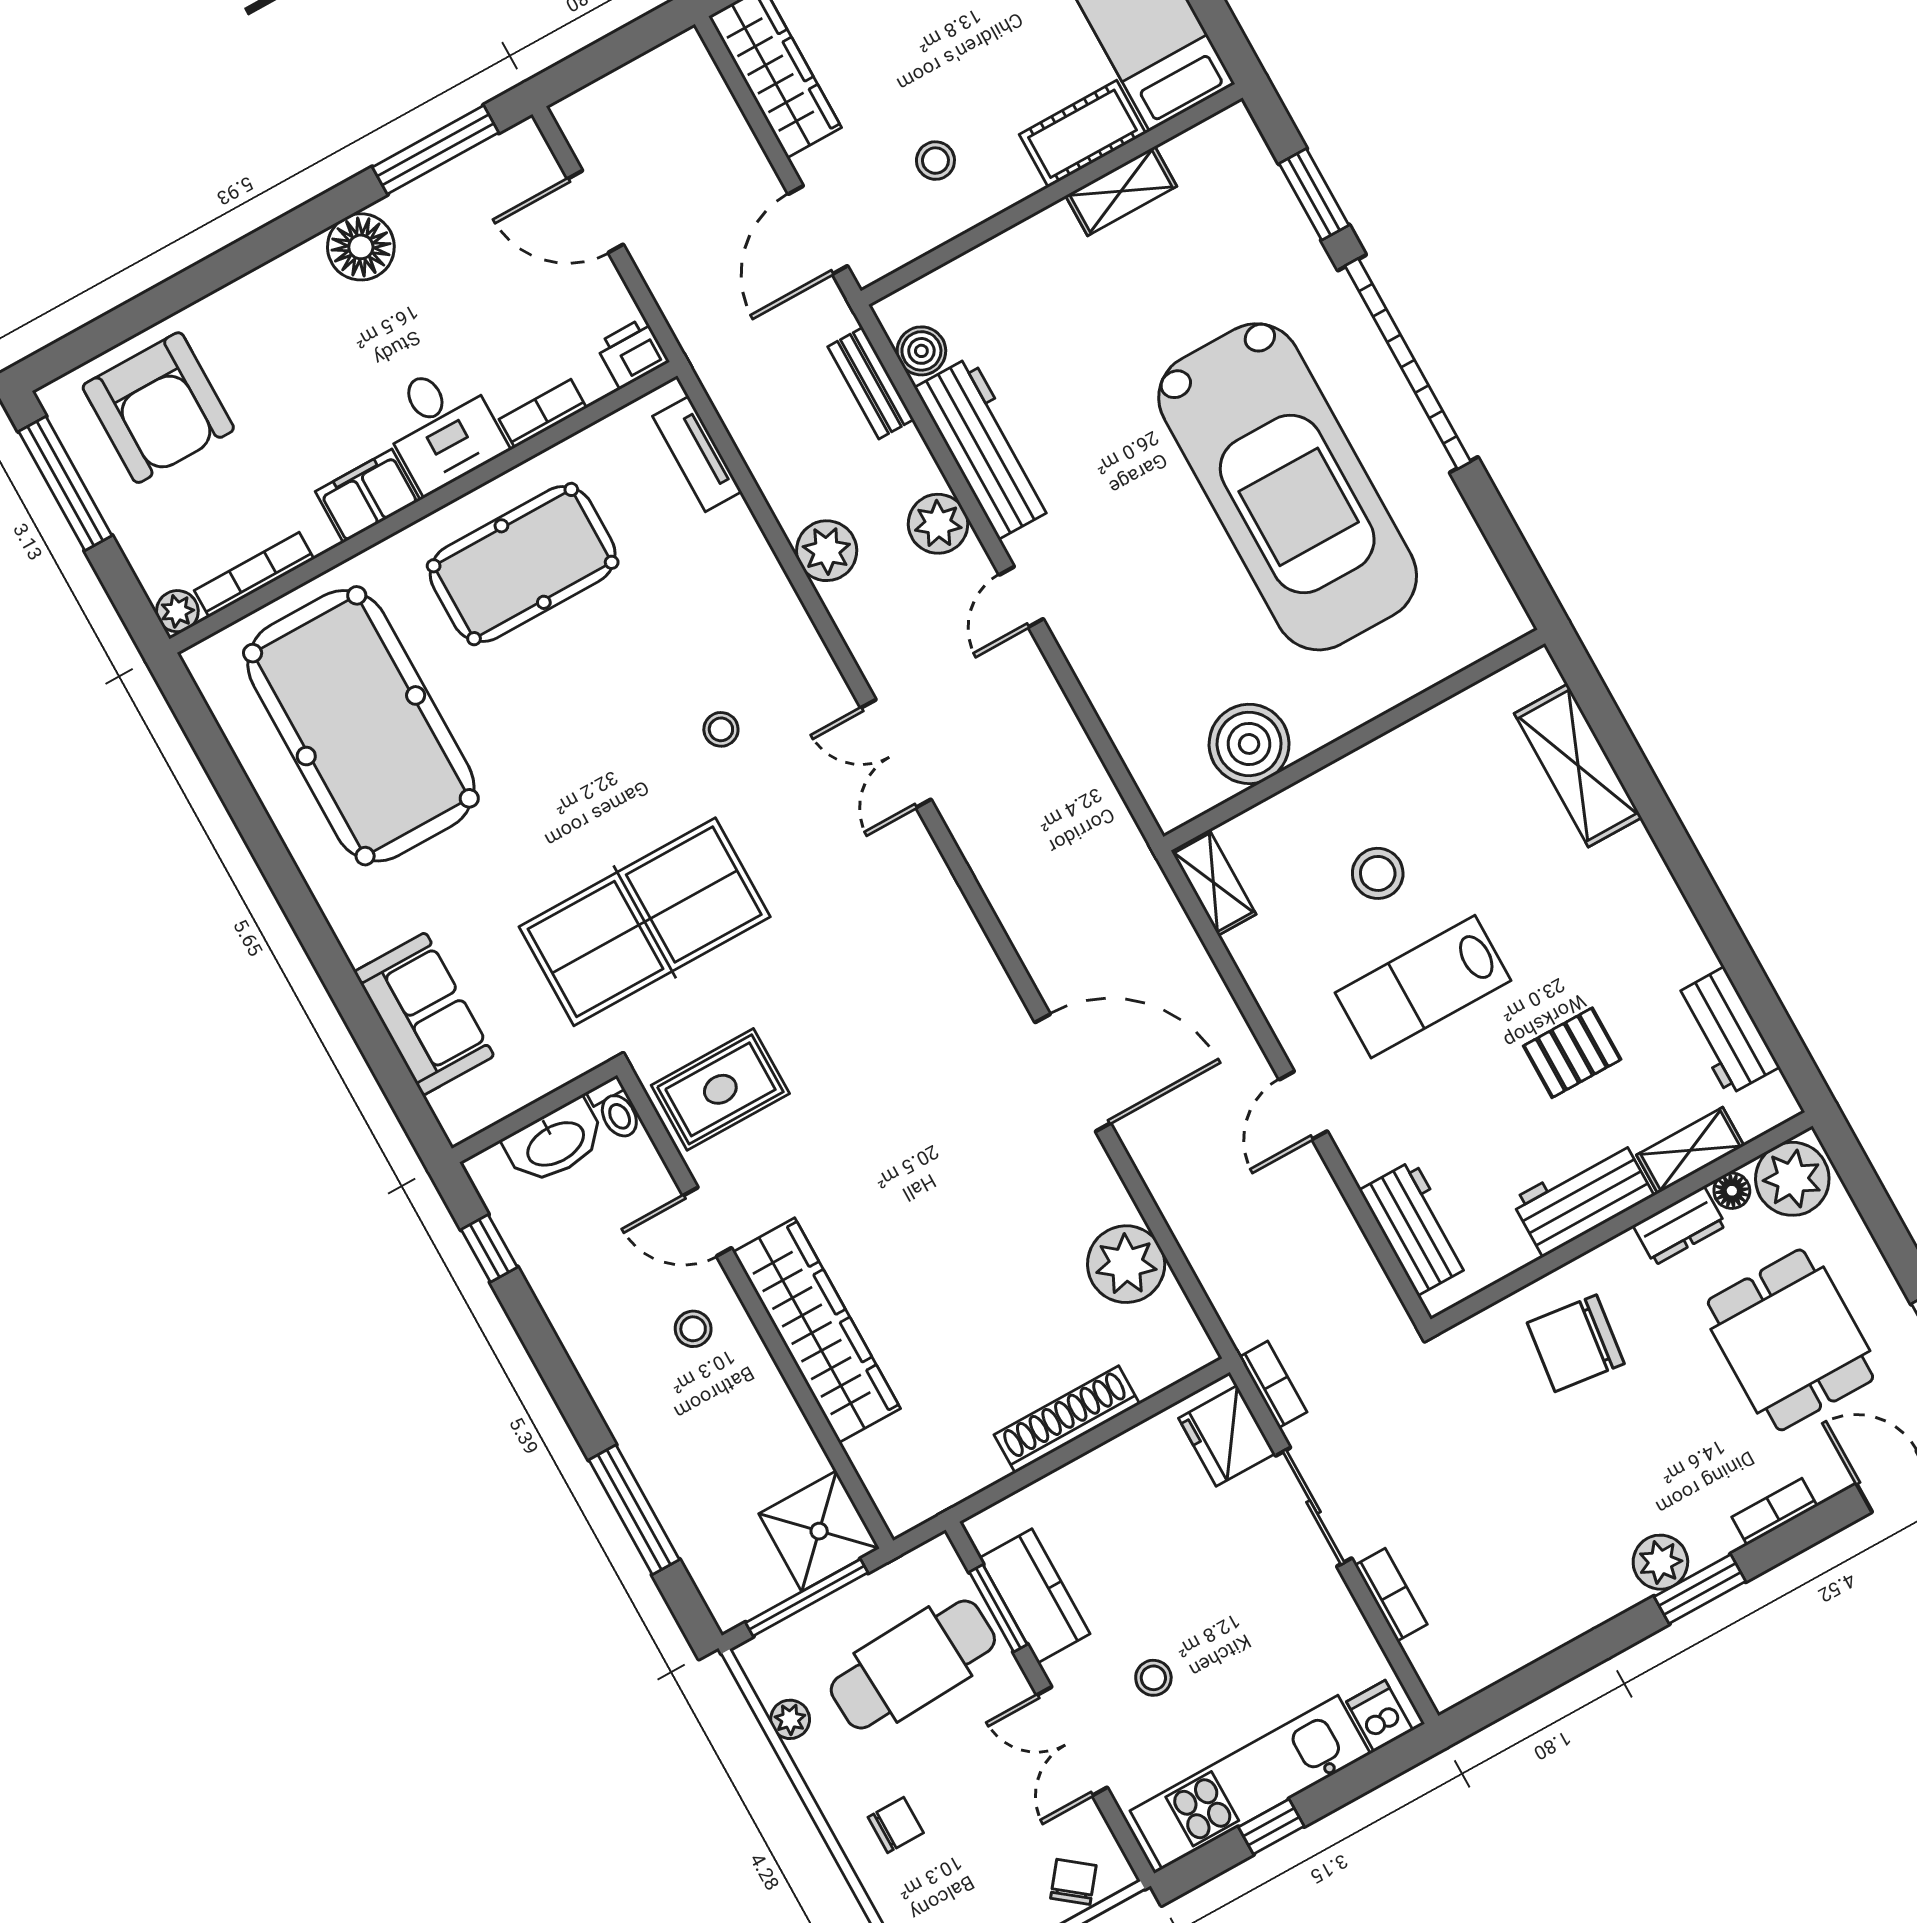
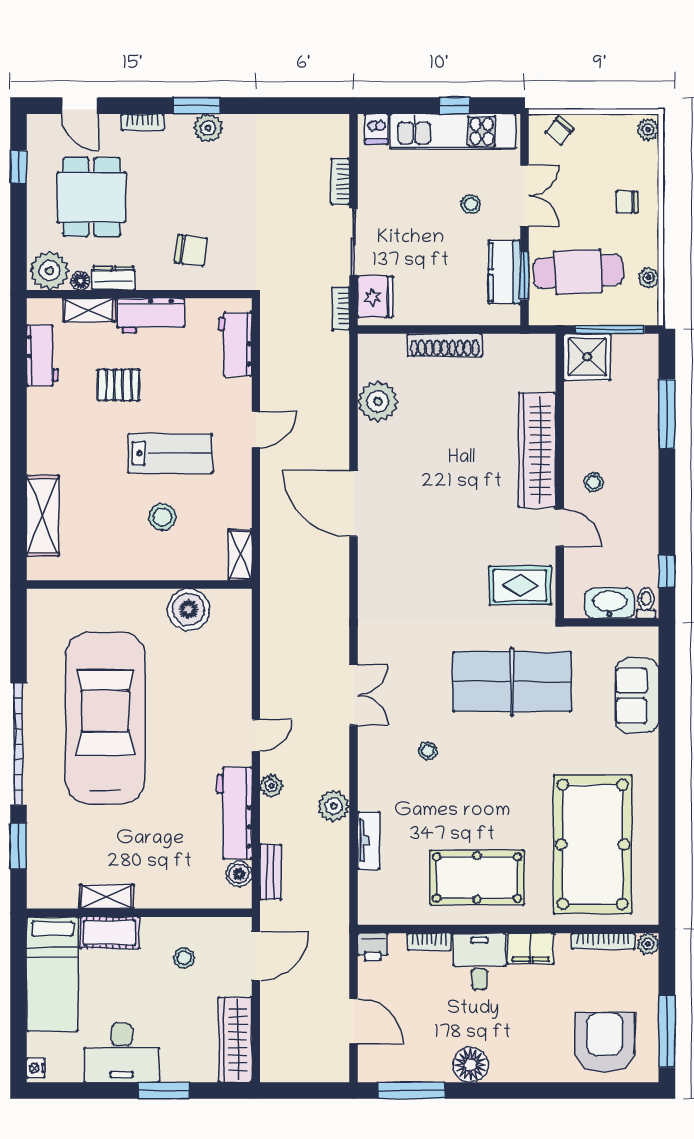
tv unit: (697, 454) -> (369, 840), moved
plant: (938, 524) -> (271, 786), width x0.73, depth x0.73
toilet: (616, 1109) -> (646, 603), moved
chair: (1576, 1343) -> (191, 250), width x0.73, depth x0.73

